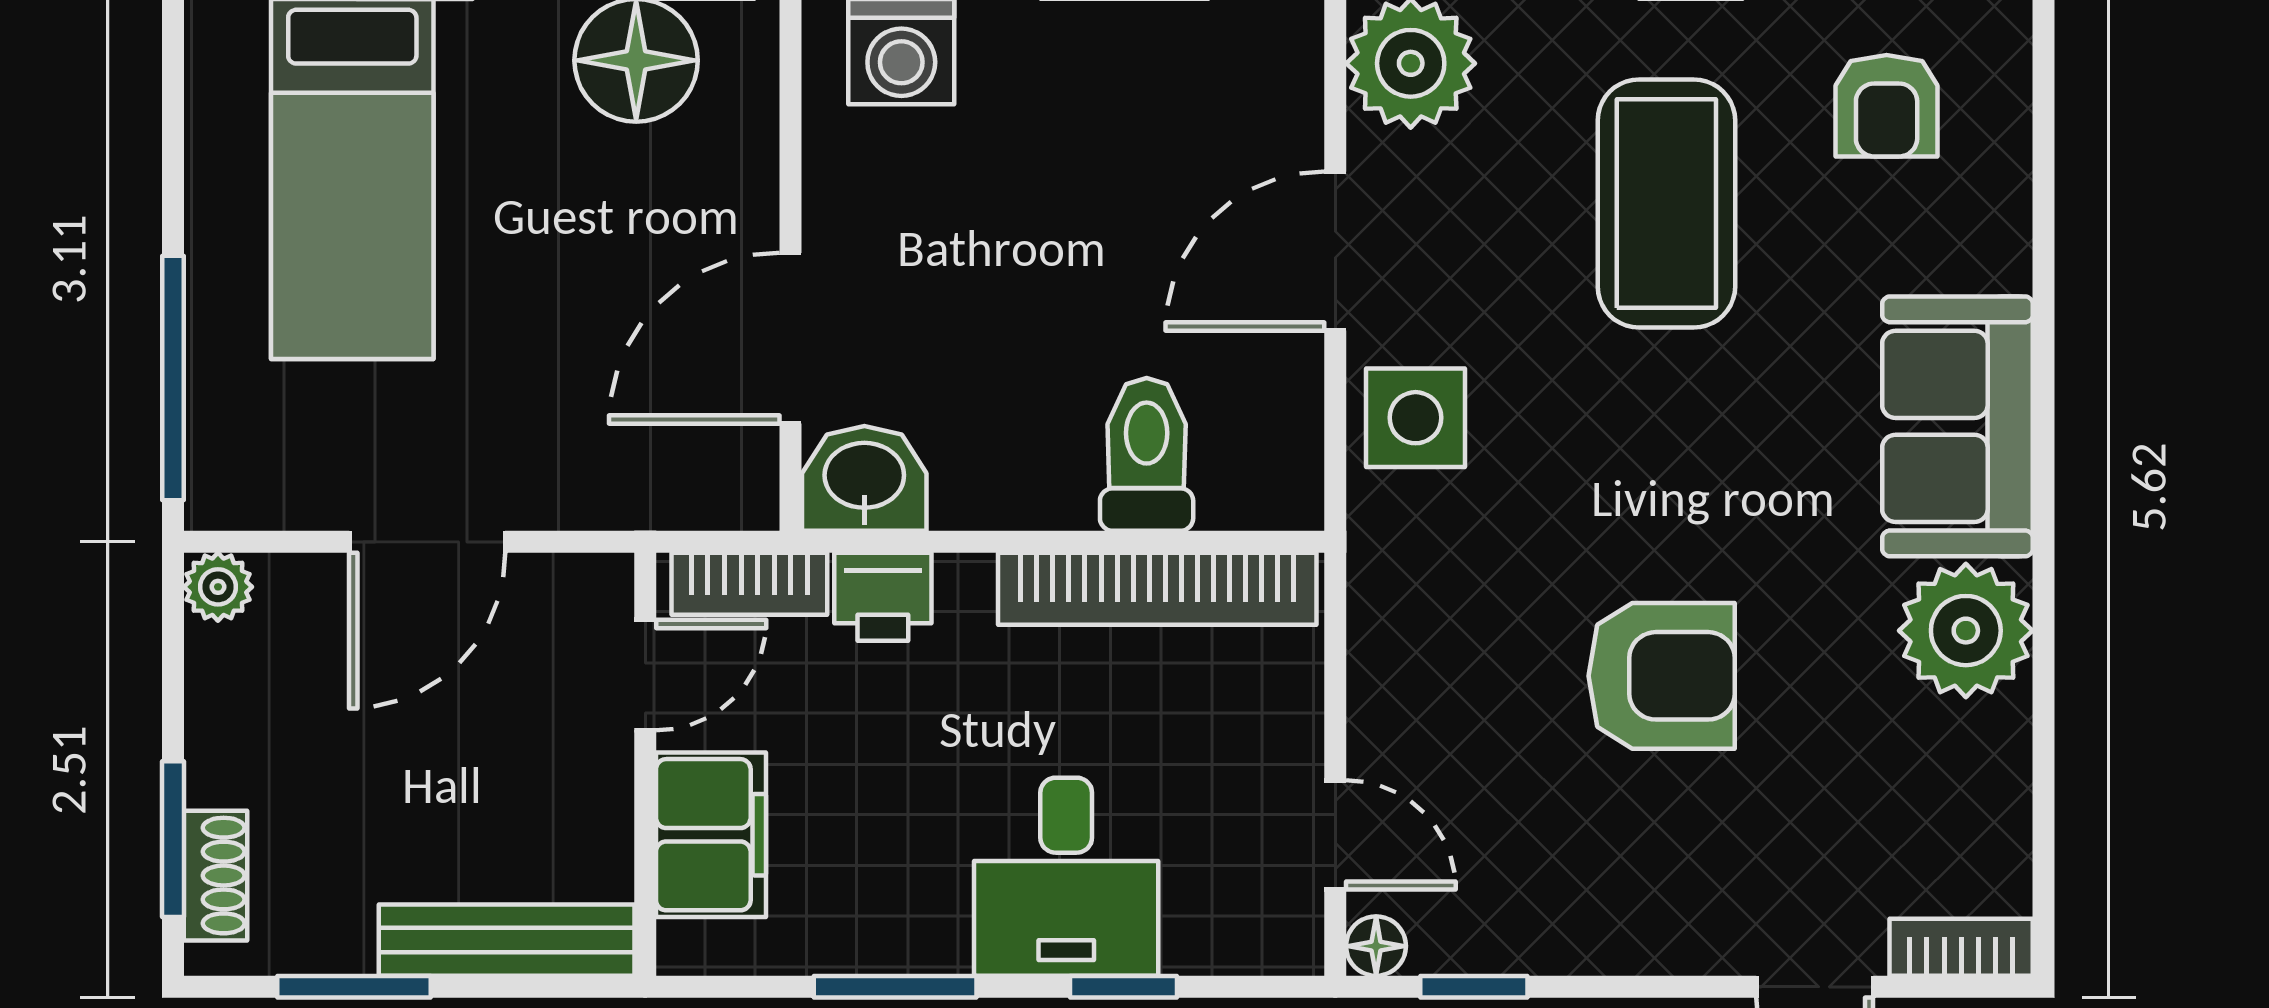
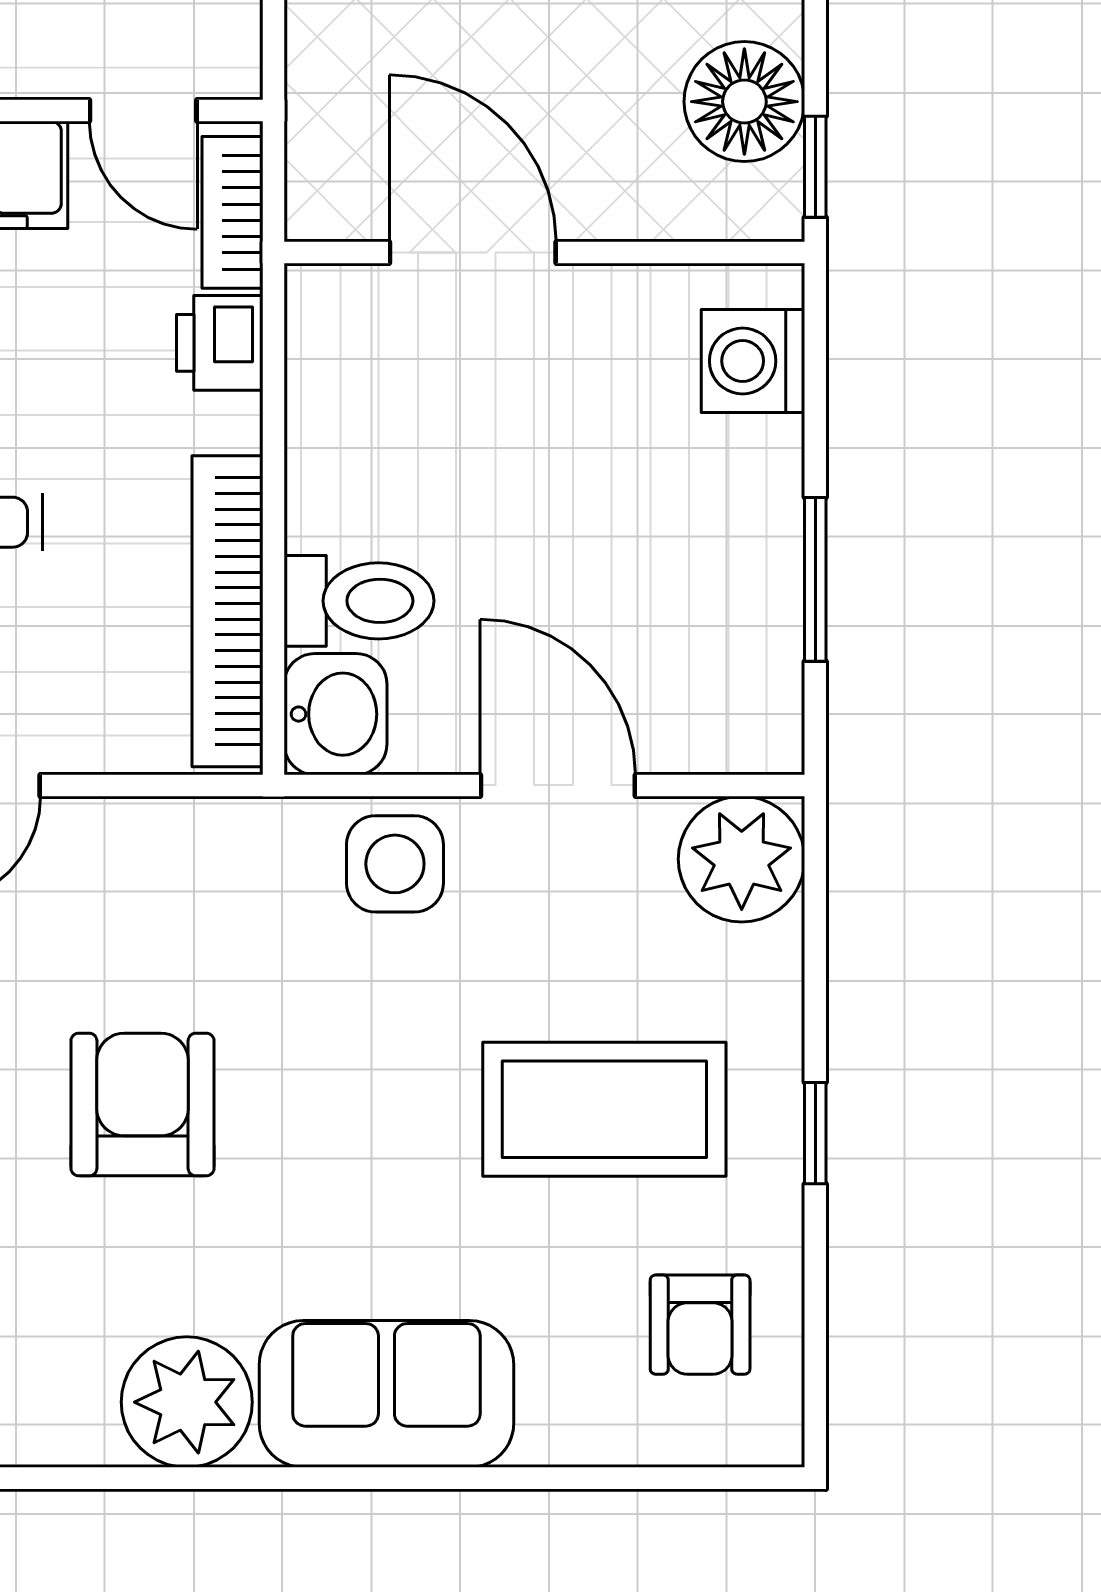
armchair: (1887, 106) -> (700, 1325), turned -90
washbasin: (864, 478) -> (336, 714), moved
armchair: (1662, 676) -> (142, 1105), turned 180

